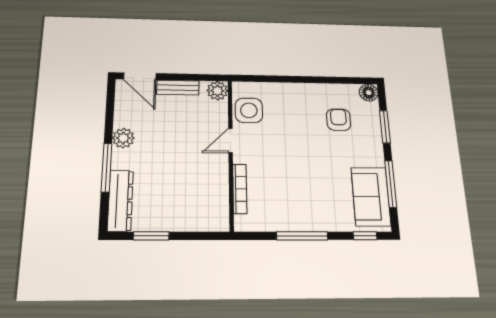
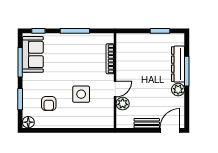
door: (140, 76) -> (170, 130), hinge flipped
plant: (217, 91) -> (123, 104), moved
side table: (249, 110) -> (81, 94), moved
dresser: (120, 201) -> (178, 64), moved

